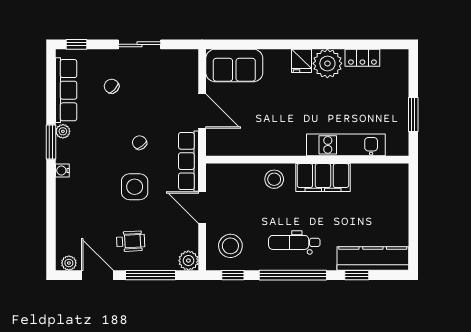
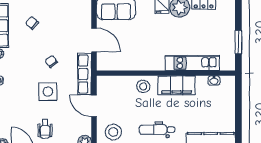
washbasin: (378, 170) -> (214, 81), added
wheelchair: (131, 241) -> (45, 129), turned 93

